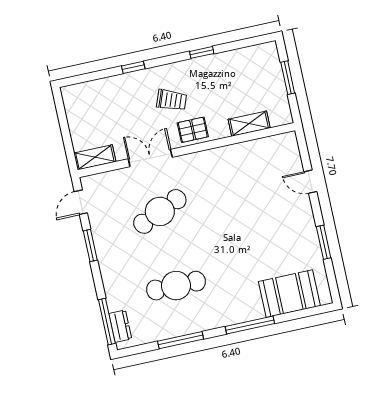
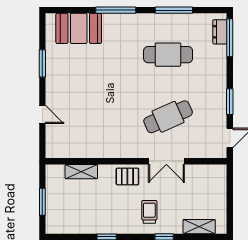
trolley: (172, 100) -> (149, 212), moved, turned 69
shelving: (95, 157) -> (199, 227), moved

